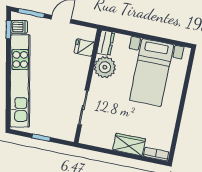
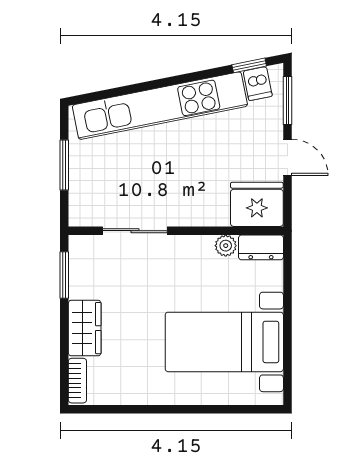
fridge: (84, 48) -> (257, 204), width x1.88, depth x1.34
plant: (105, 67) -> (226, 246), width x0.53, depth x0.53
window: (41, 138) -> (64, 165), width x1.50
window: (99, 150) -> (64, 275), added

